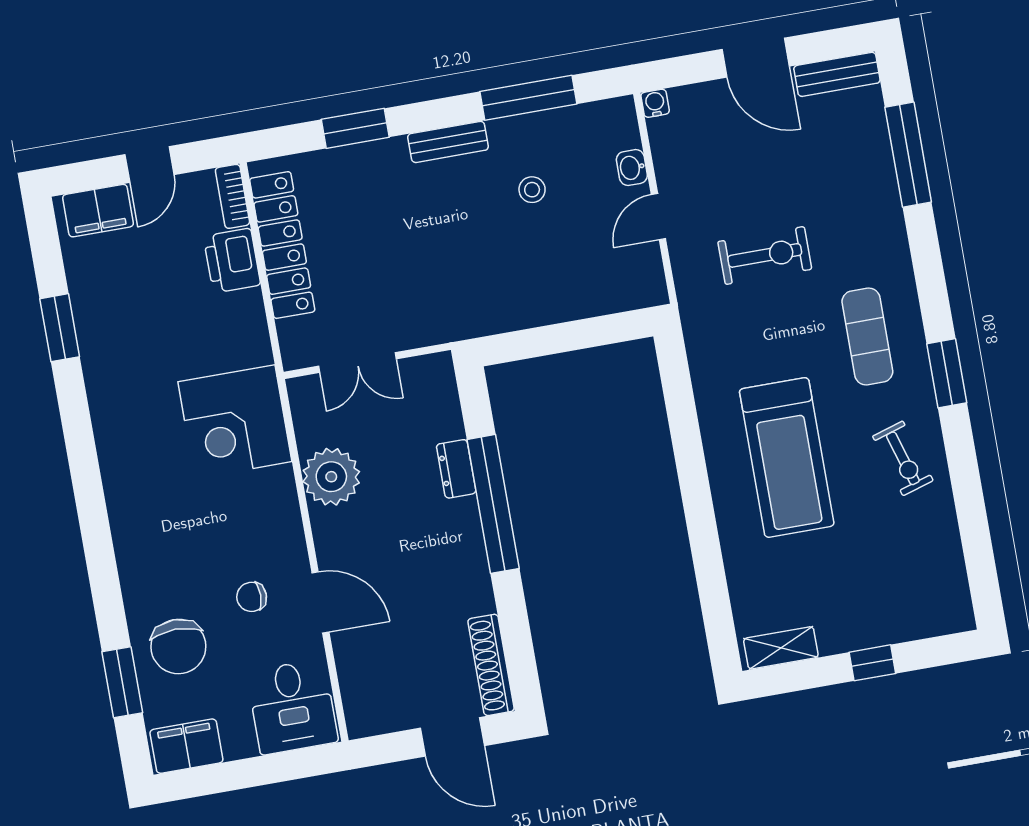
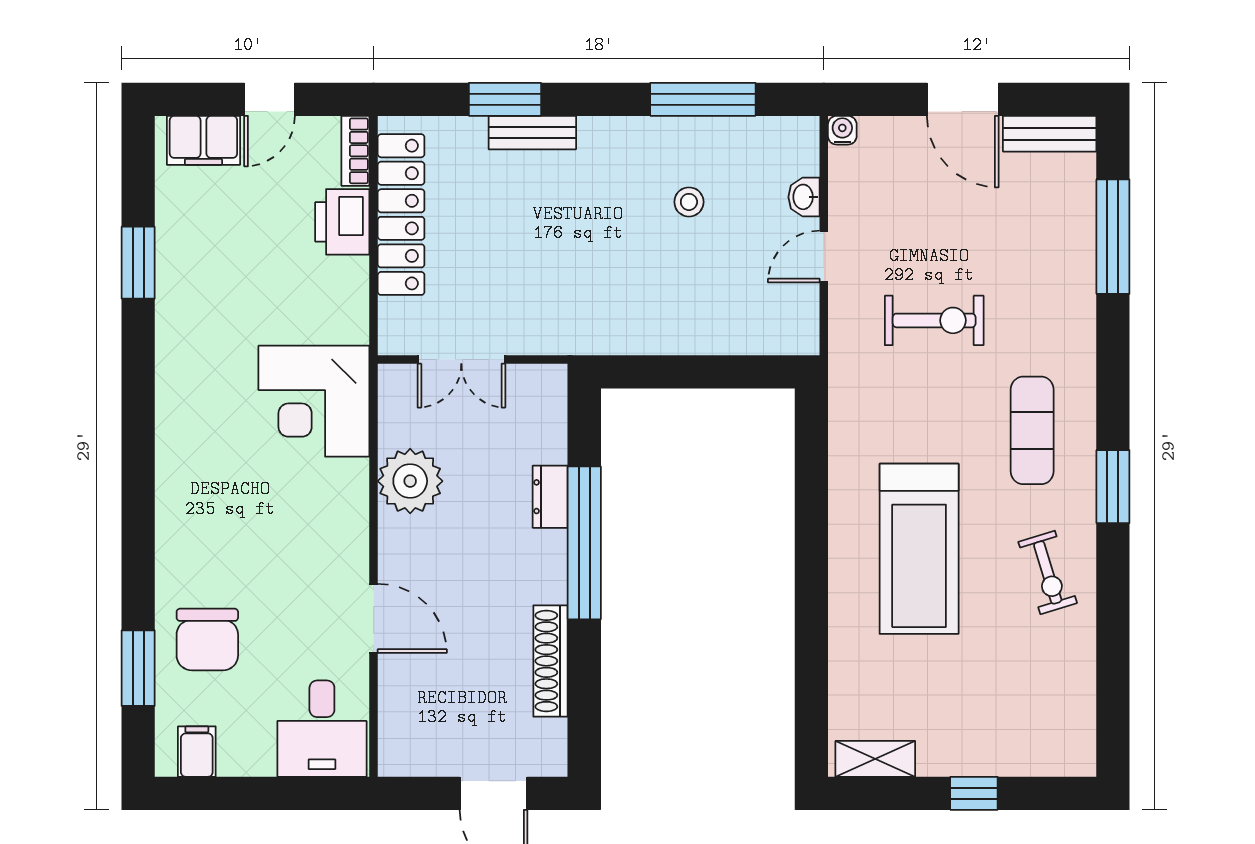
bench: (448, 142) -> (532, 133), moved
chair: (252, 597) -> (298, 599), removed
shoe rack: (491, 665) -> (550, 661), moved
filing cabinet: (186, 746) -> (197, 752), width x0.50

